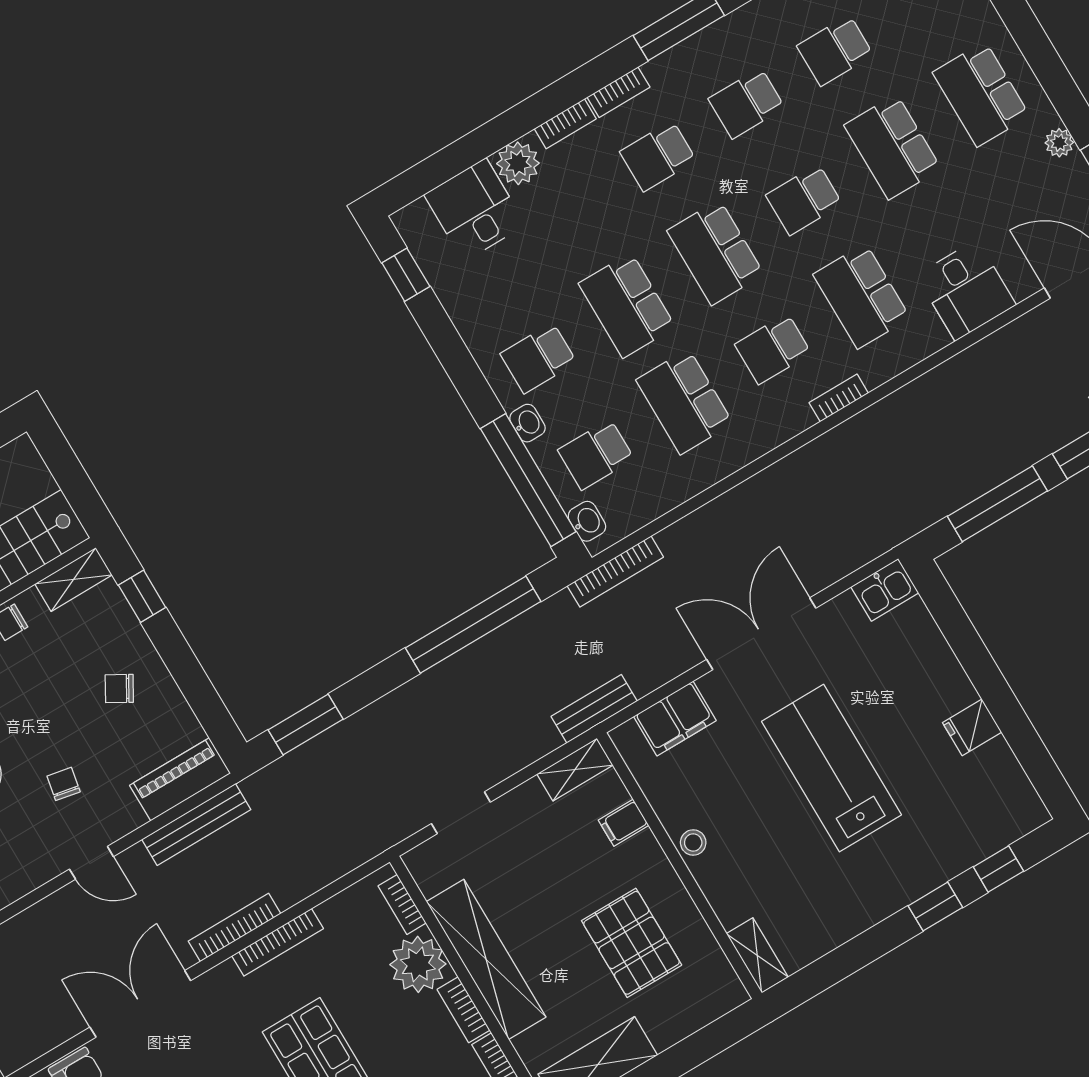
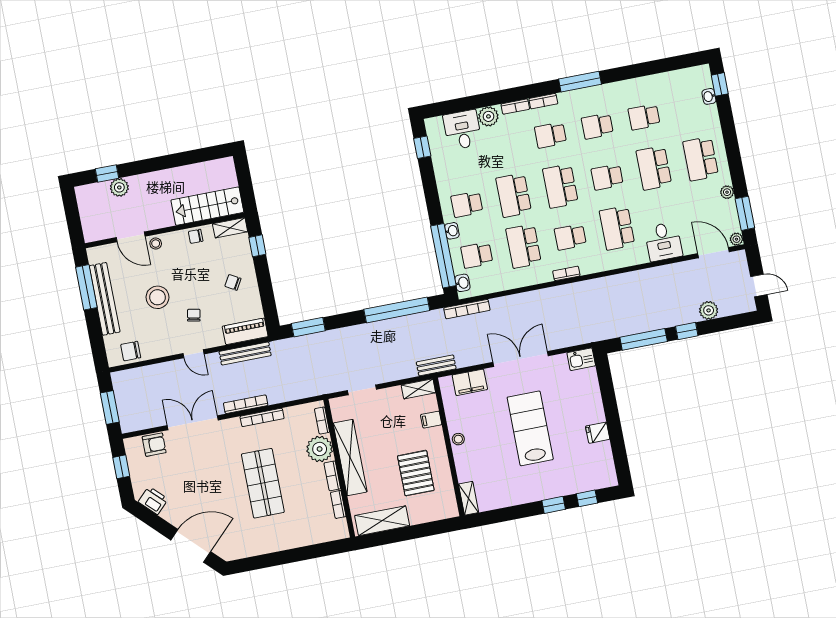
bookcase: (839, 398) -> (566, 273), moved

